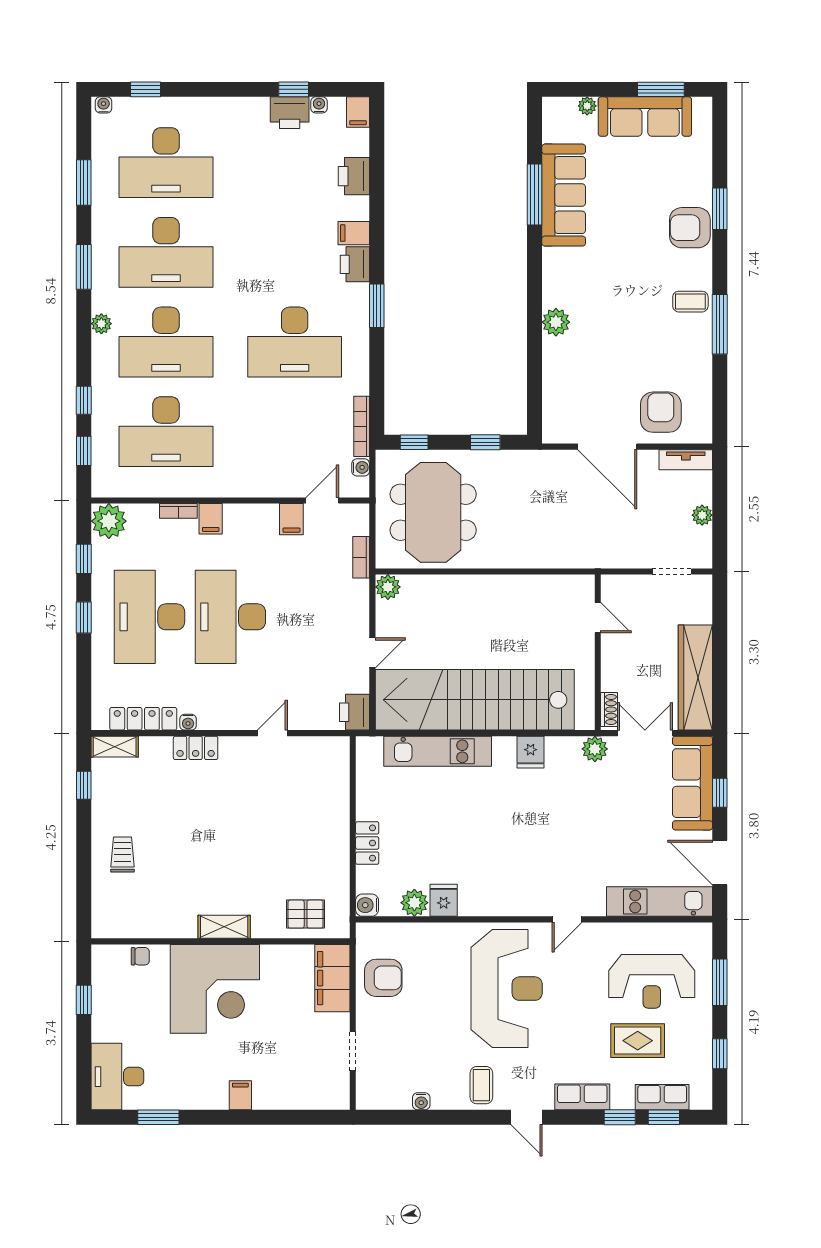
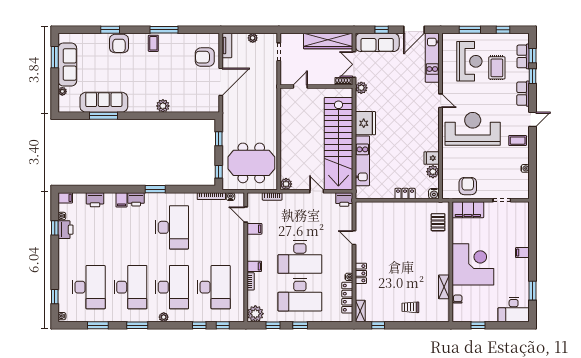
fridge: (531, 752) -> (365, 123), width x1.88, depth x1.34
shelving: (224, 927) -> (444, 287), moved

